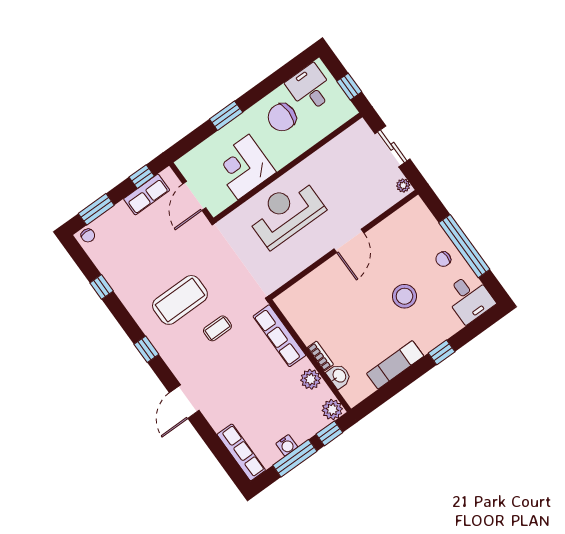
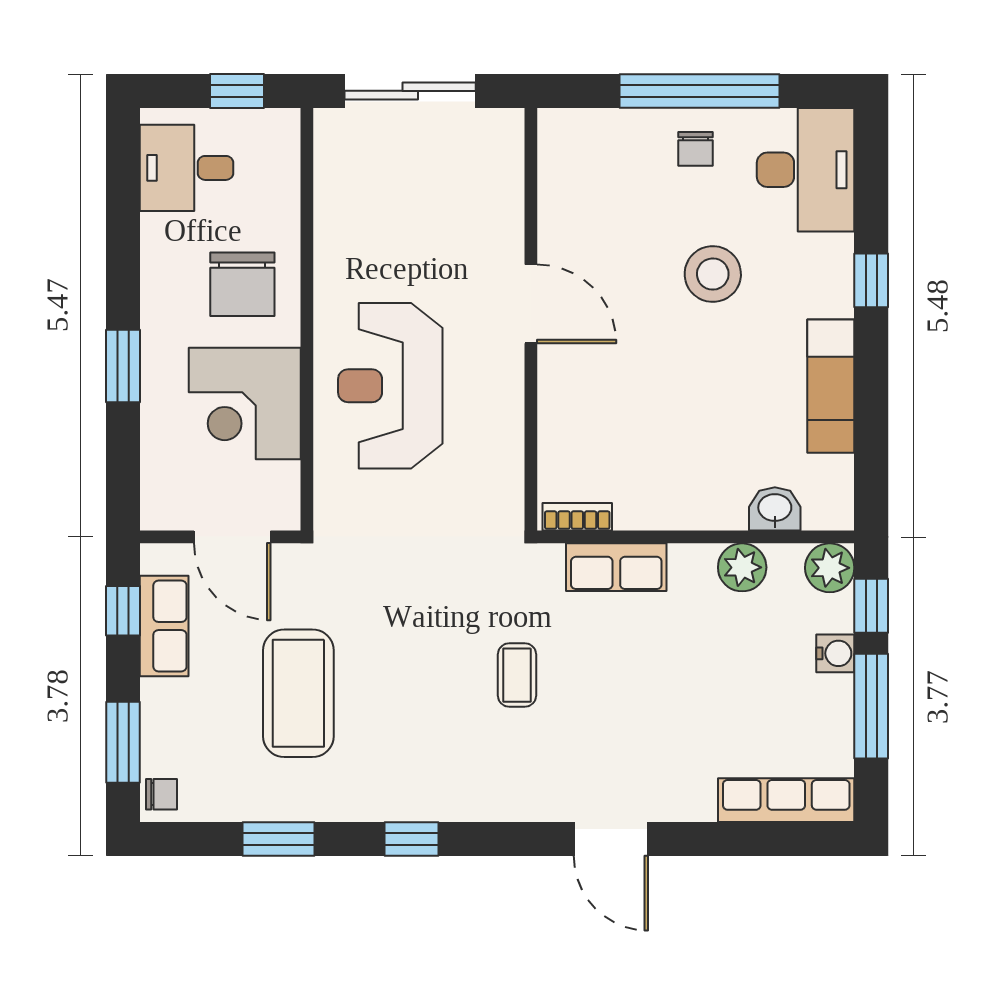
chair: (282, 117) -> (242, 284), moved
sliding door: (392, 146) -> (410, 91), width x1.37
plant: (403, 185) -> (500, 124), removed
window: (102, 287) -> (279, 839), width x1.50
desk: (469, 298) -> (806, 170), width x1.37
coffee table: (180, 300) -> (298, 693), moved
row of seats: (279, 336) -> (616, 567), width x0.68
window: (146, 349) -> (412, 839), moved
bookcase: (320, 356) -> (577, 517), moved
water cooler: (287, 445) -> (835, 653), moved

